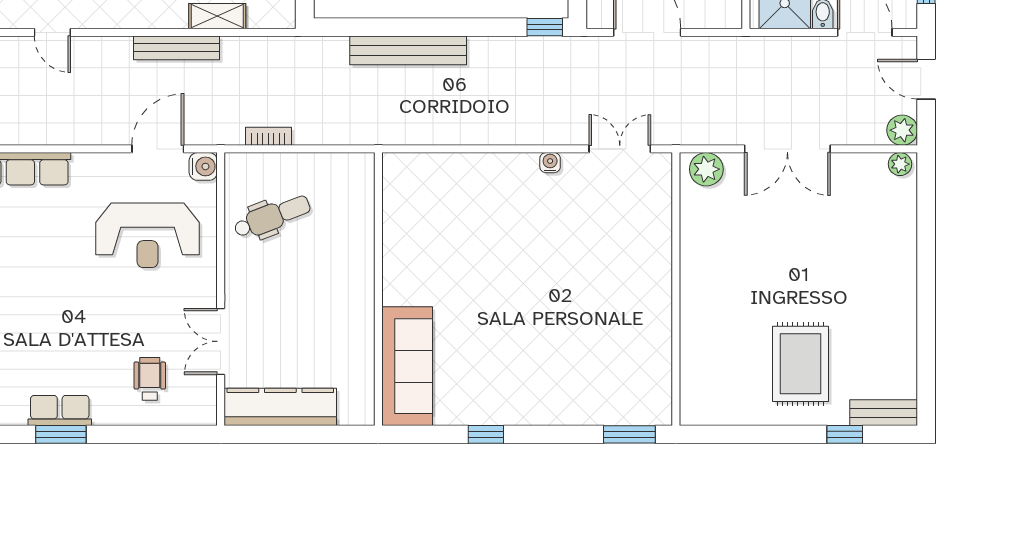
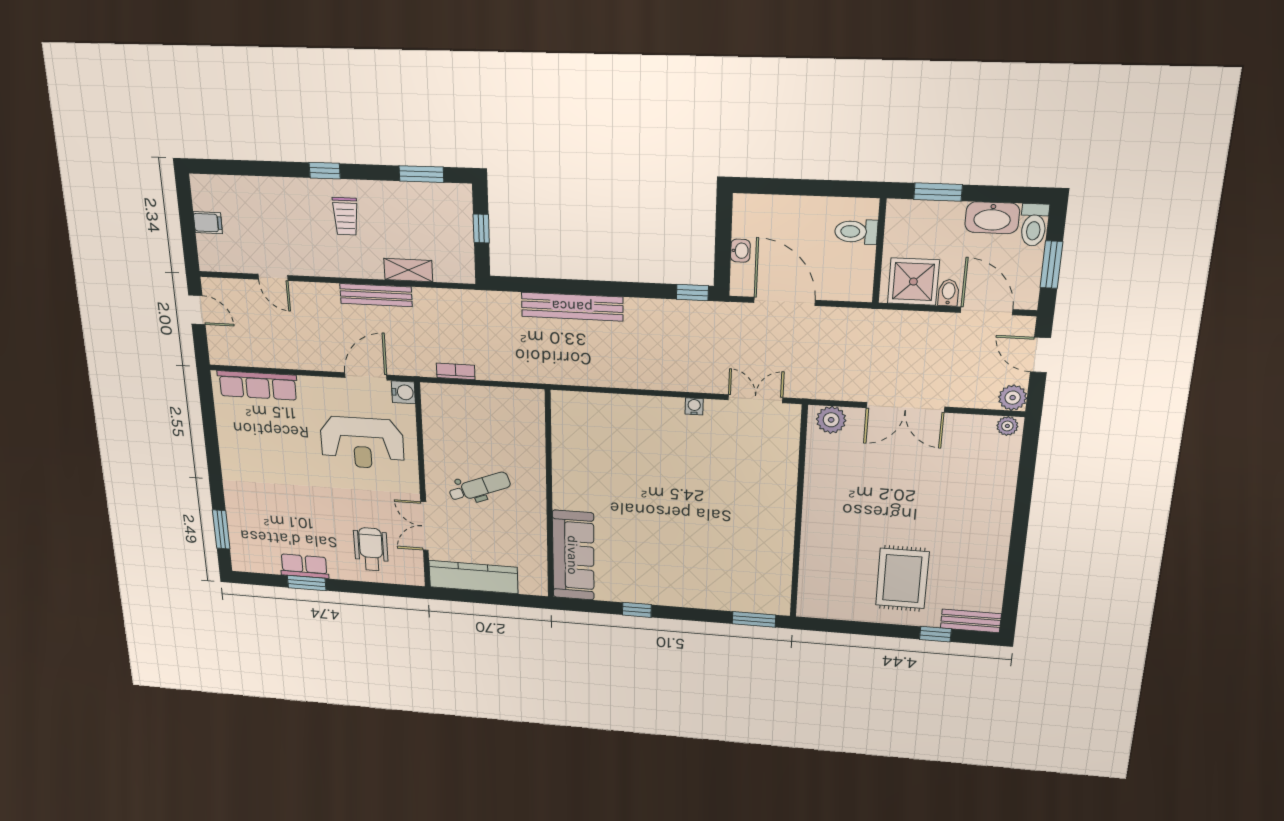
dental chair: (272, 217) -> (479, 487), moved
wheelchair: (150, 379) -> (371, 549), width x1.36, depth x1.37

